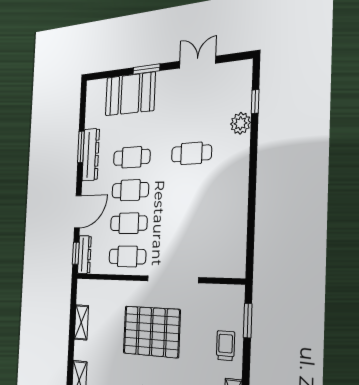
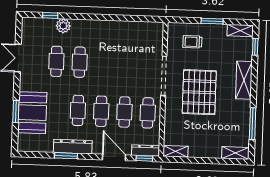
window: (146, 69) -> (16, 111), moved
cafe table: (193, 119) -> (56, 61), added
window: (248, 321) -> (212, 21), moved
shelving: (81, 322) -> (175, 151), moved
trolley: (225, 346) -> (192, 42), moved

